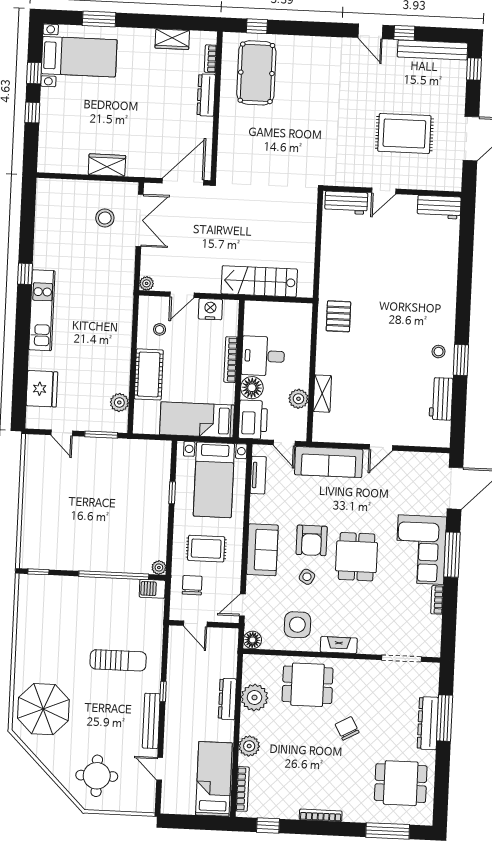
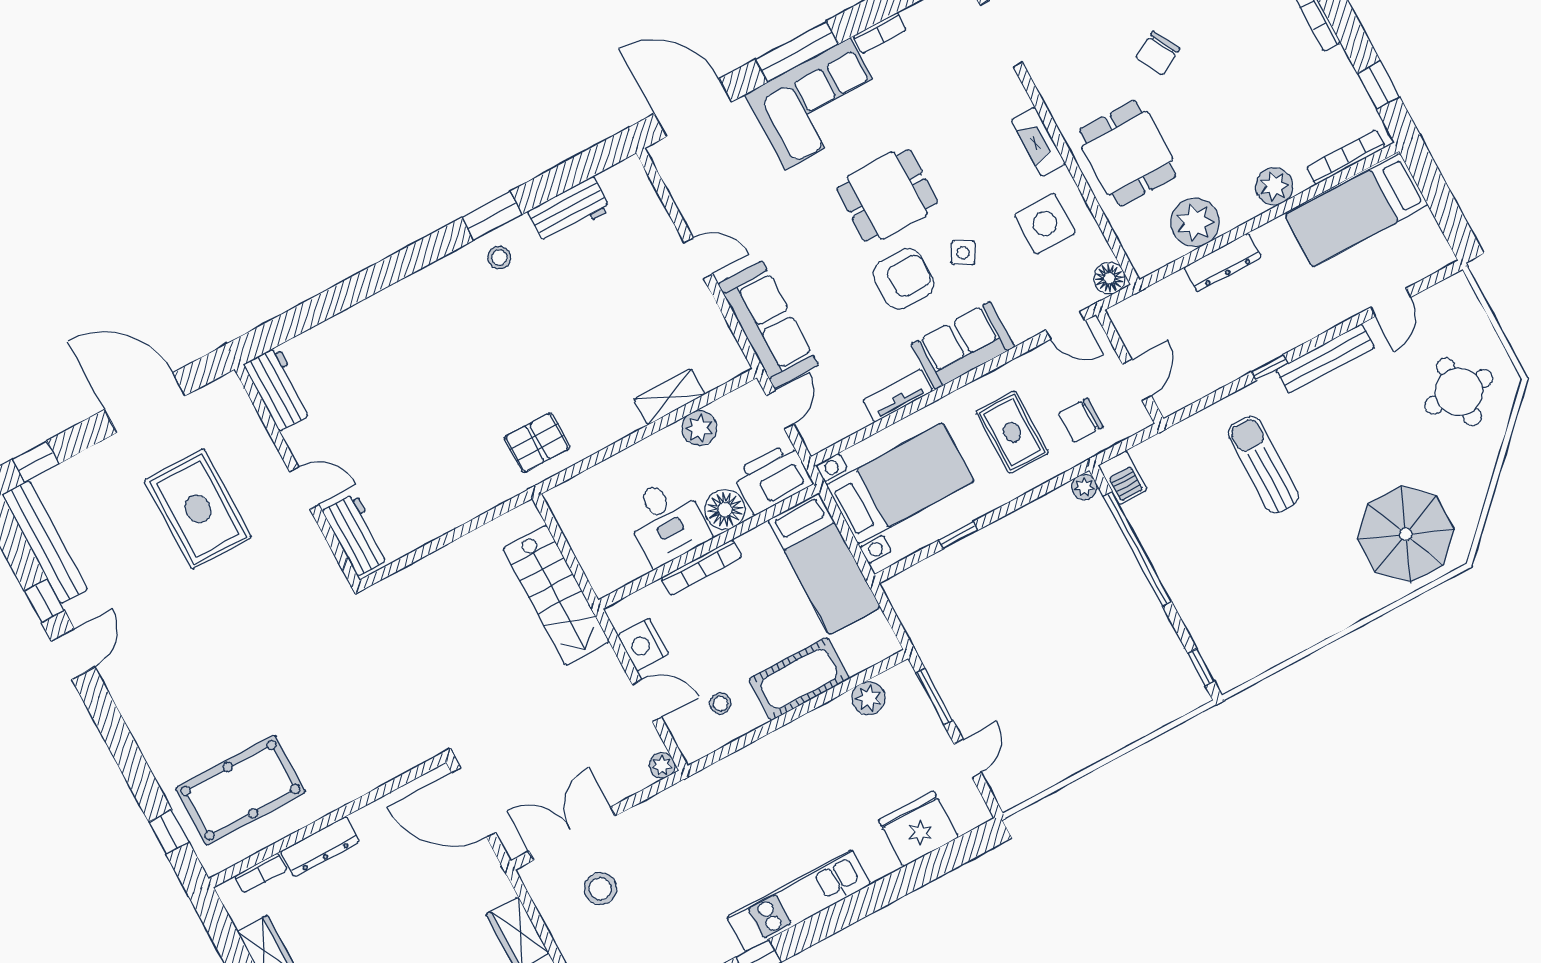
tv unit: (258, 475) -> (897, 396), moved

